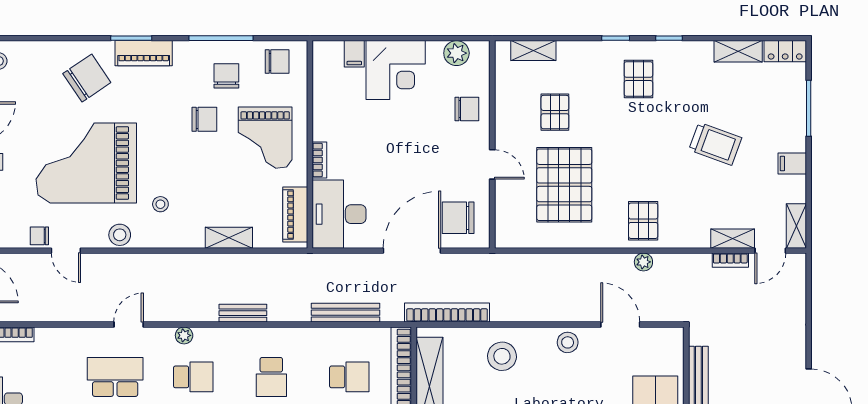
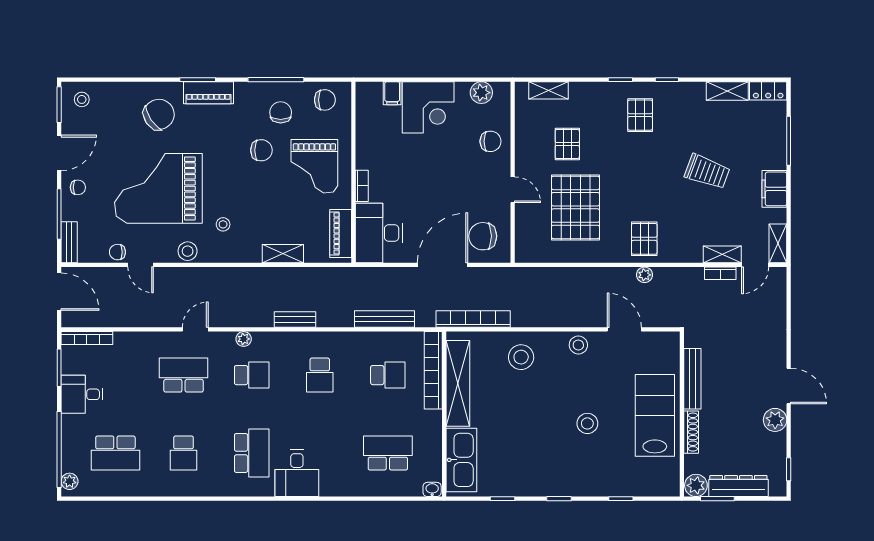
filing cabinet: (792, 164) -> (774, 189), width x2.00

